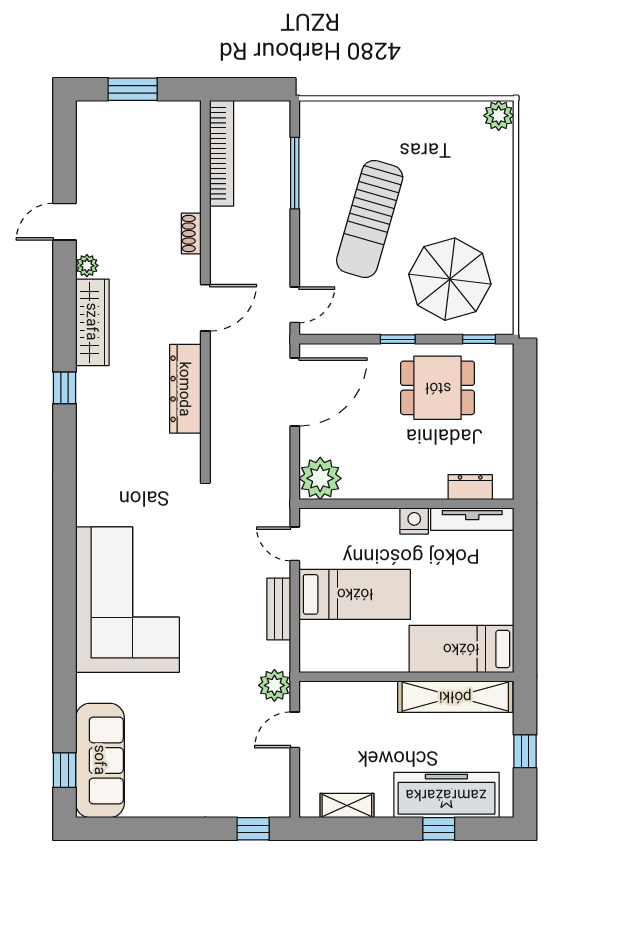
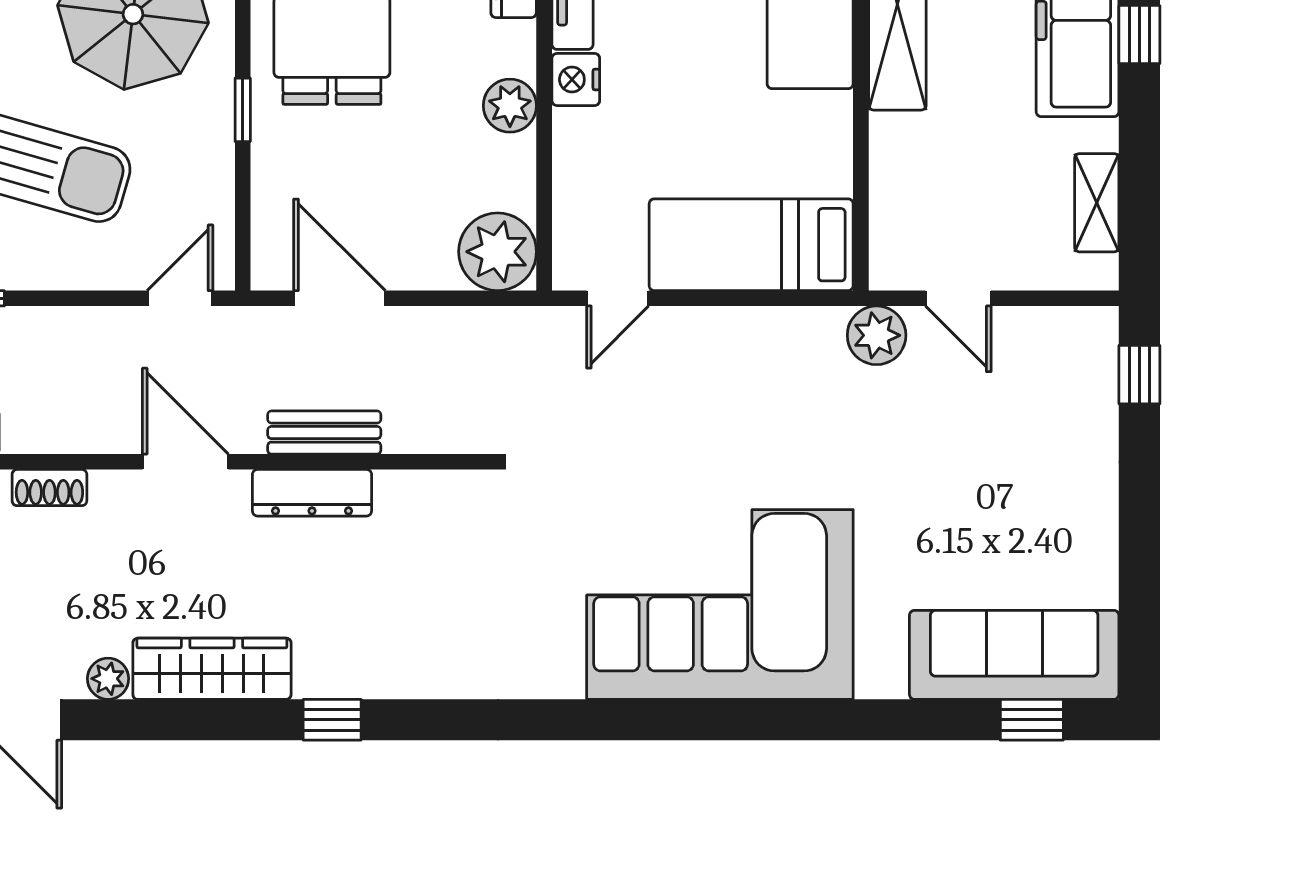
door: (295, 305) -> (180, 298), hinge flipped
dresser: (185, 389) -> (312, 493), width x0.73, depth x0.80
door: (295, 392) -> (339, 298), width x0.73
plant: (400, 485) -> (510, 106), added
bed: (355, 594) -> (751, 245), moved, turned -90
bench: (279, 609) -> (324, 433), moved

